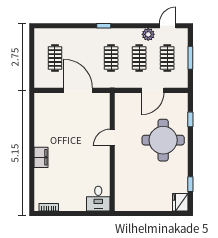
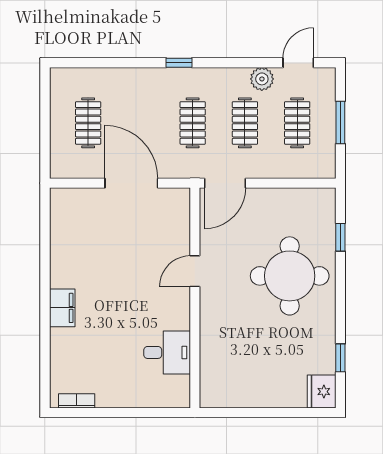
door: (153, 90) -> (225, 183), moved
desk: (98, 199) -> (167, 352), moved, turned -90

